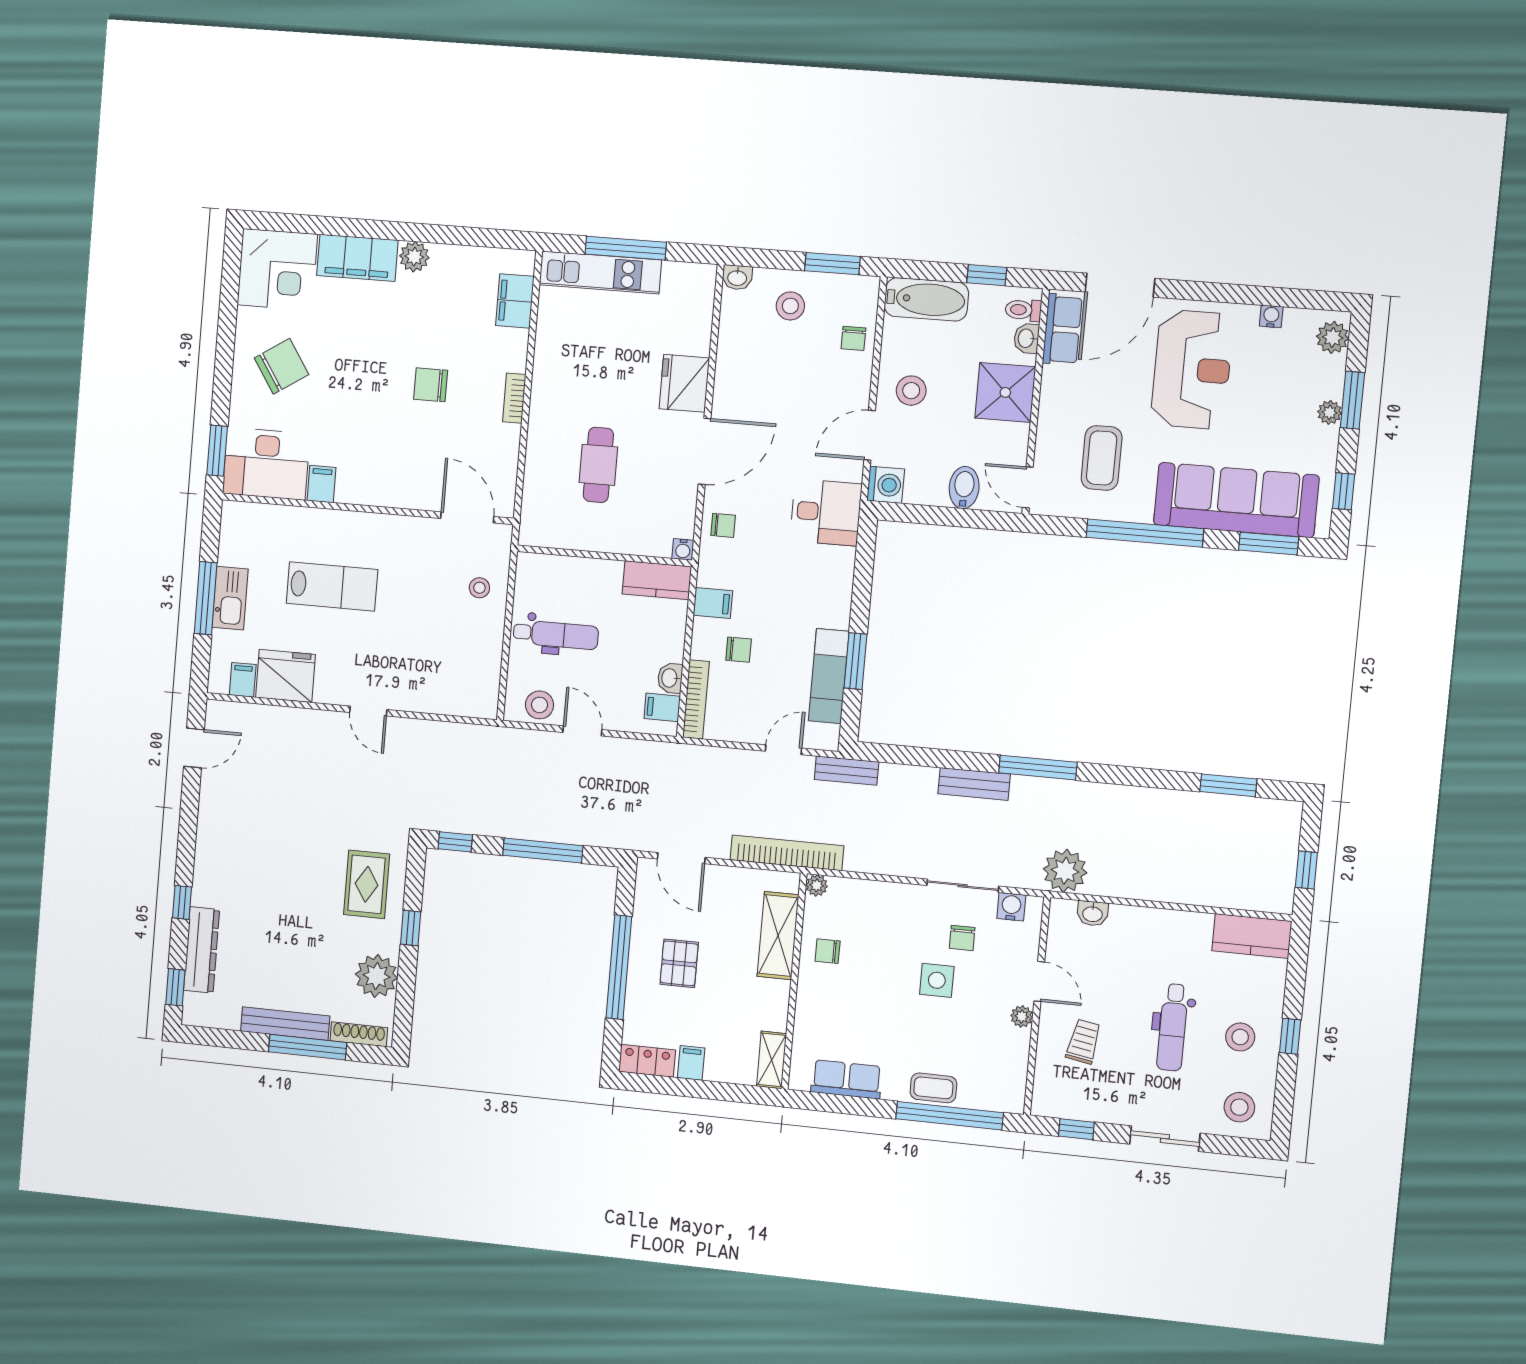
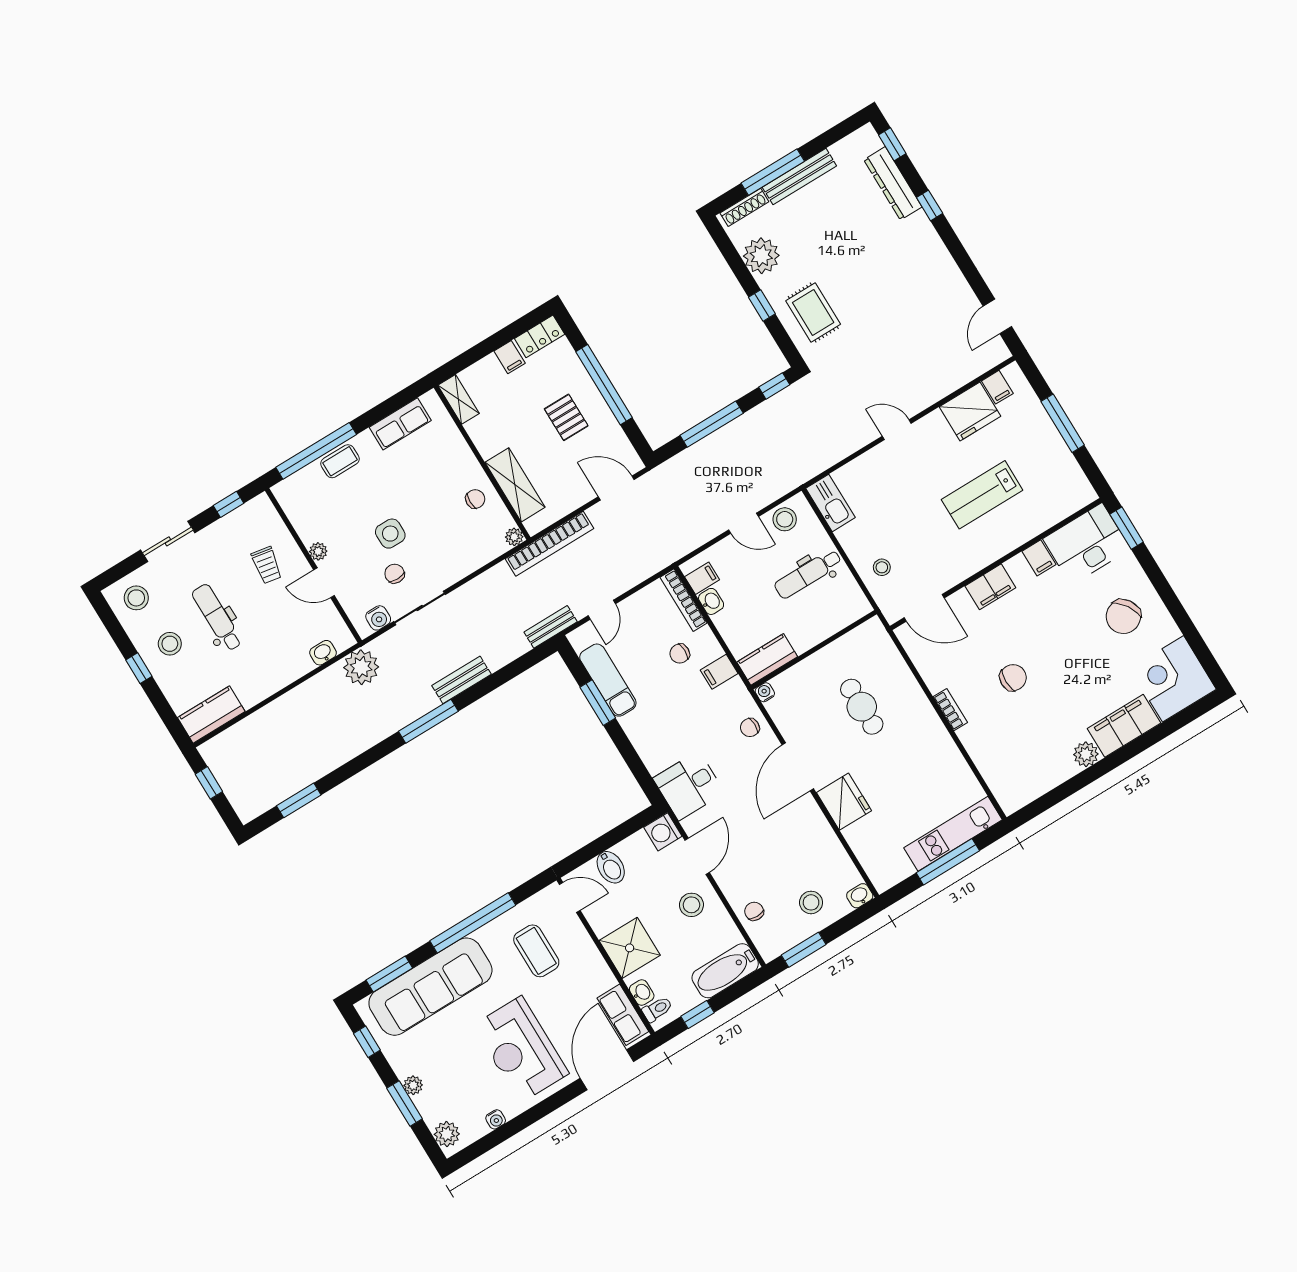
filing cabinet: (515, 301) -> (990, 587), moved, turned 90
kitchen sink: (230, 598) -> (830, 503), moved, turned 180

